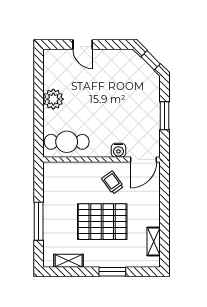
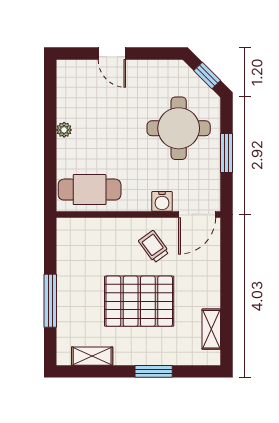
round table: (130, 98) -> (179, 128), added
plant: (53, 99) -> (64, 130), width x0.53, depth x0.53

